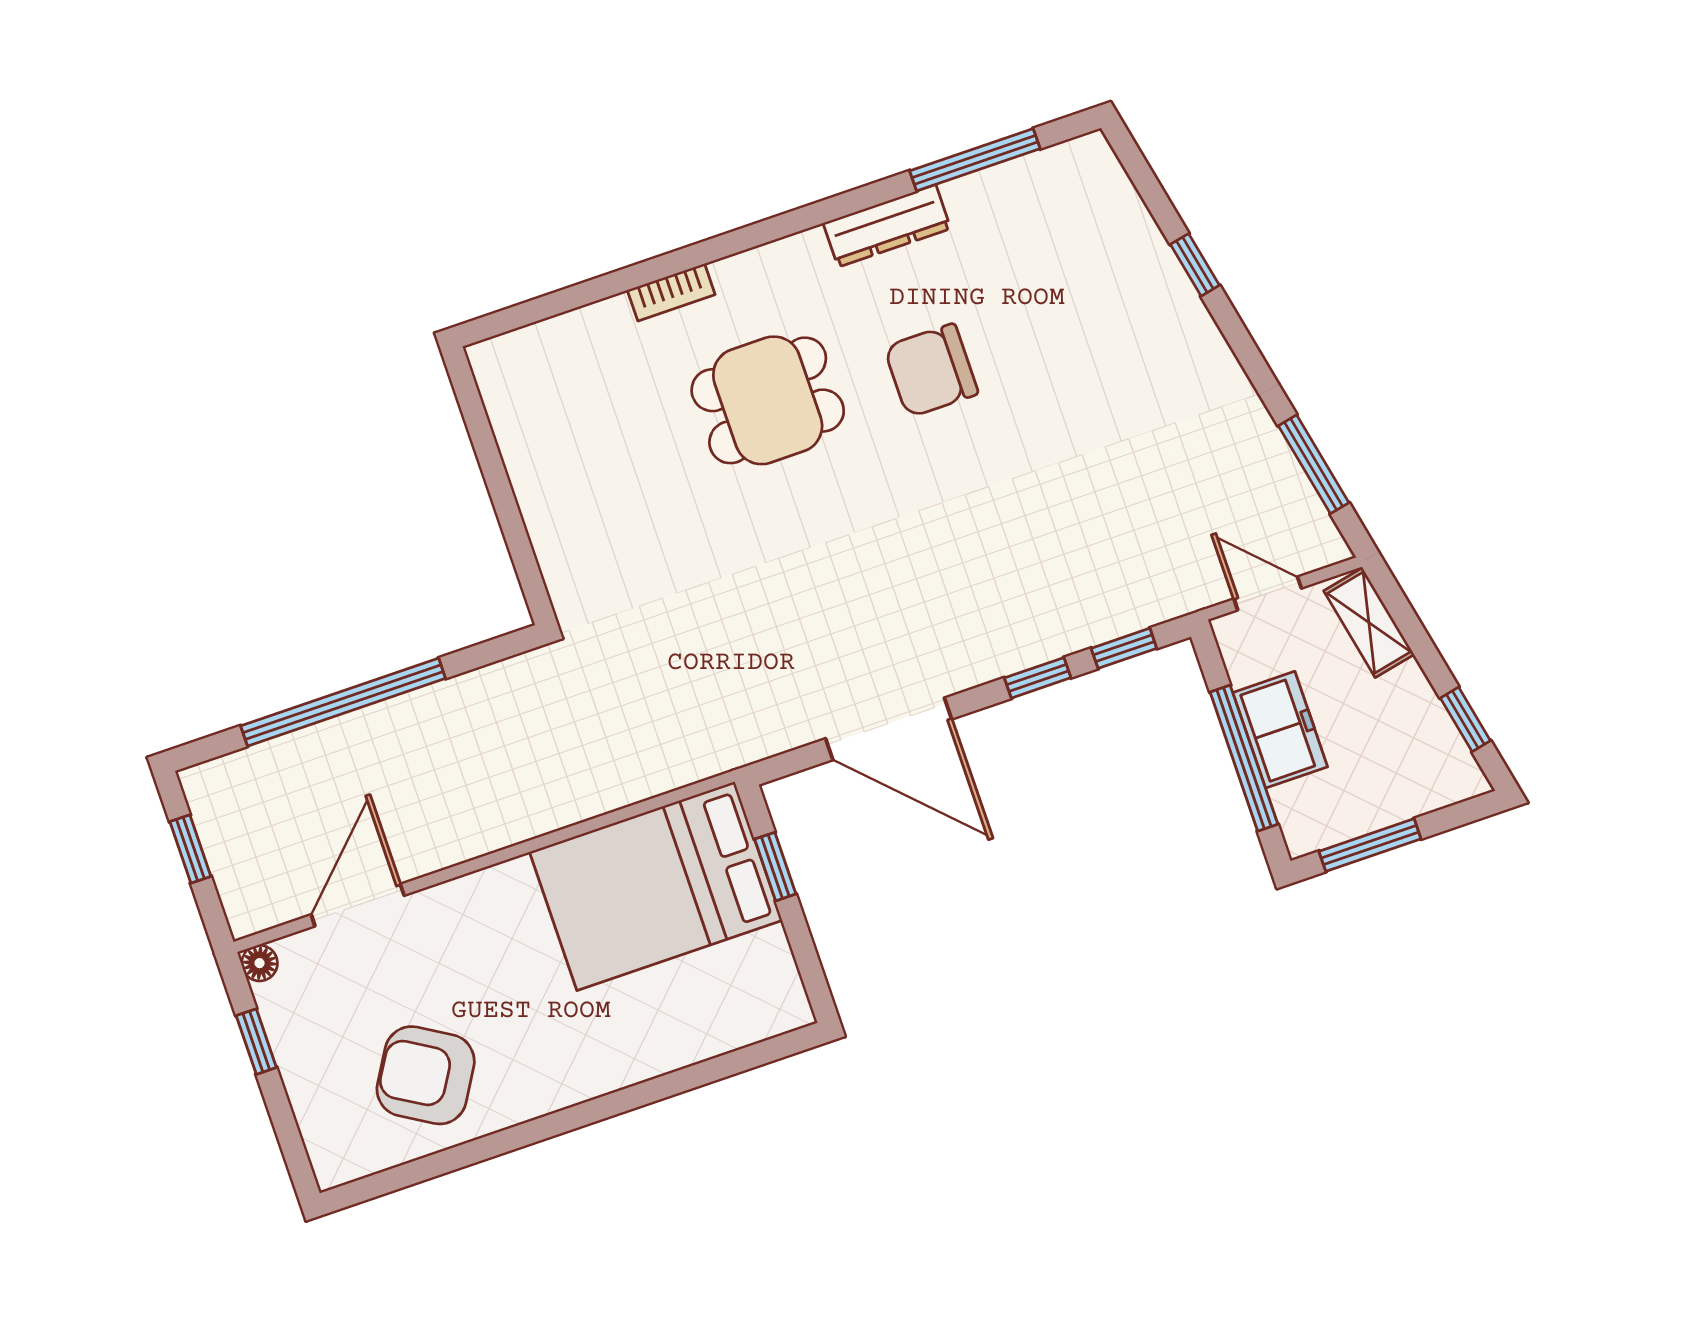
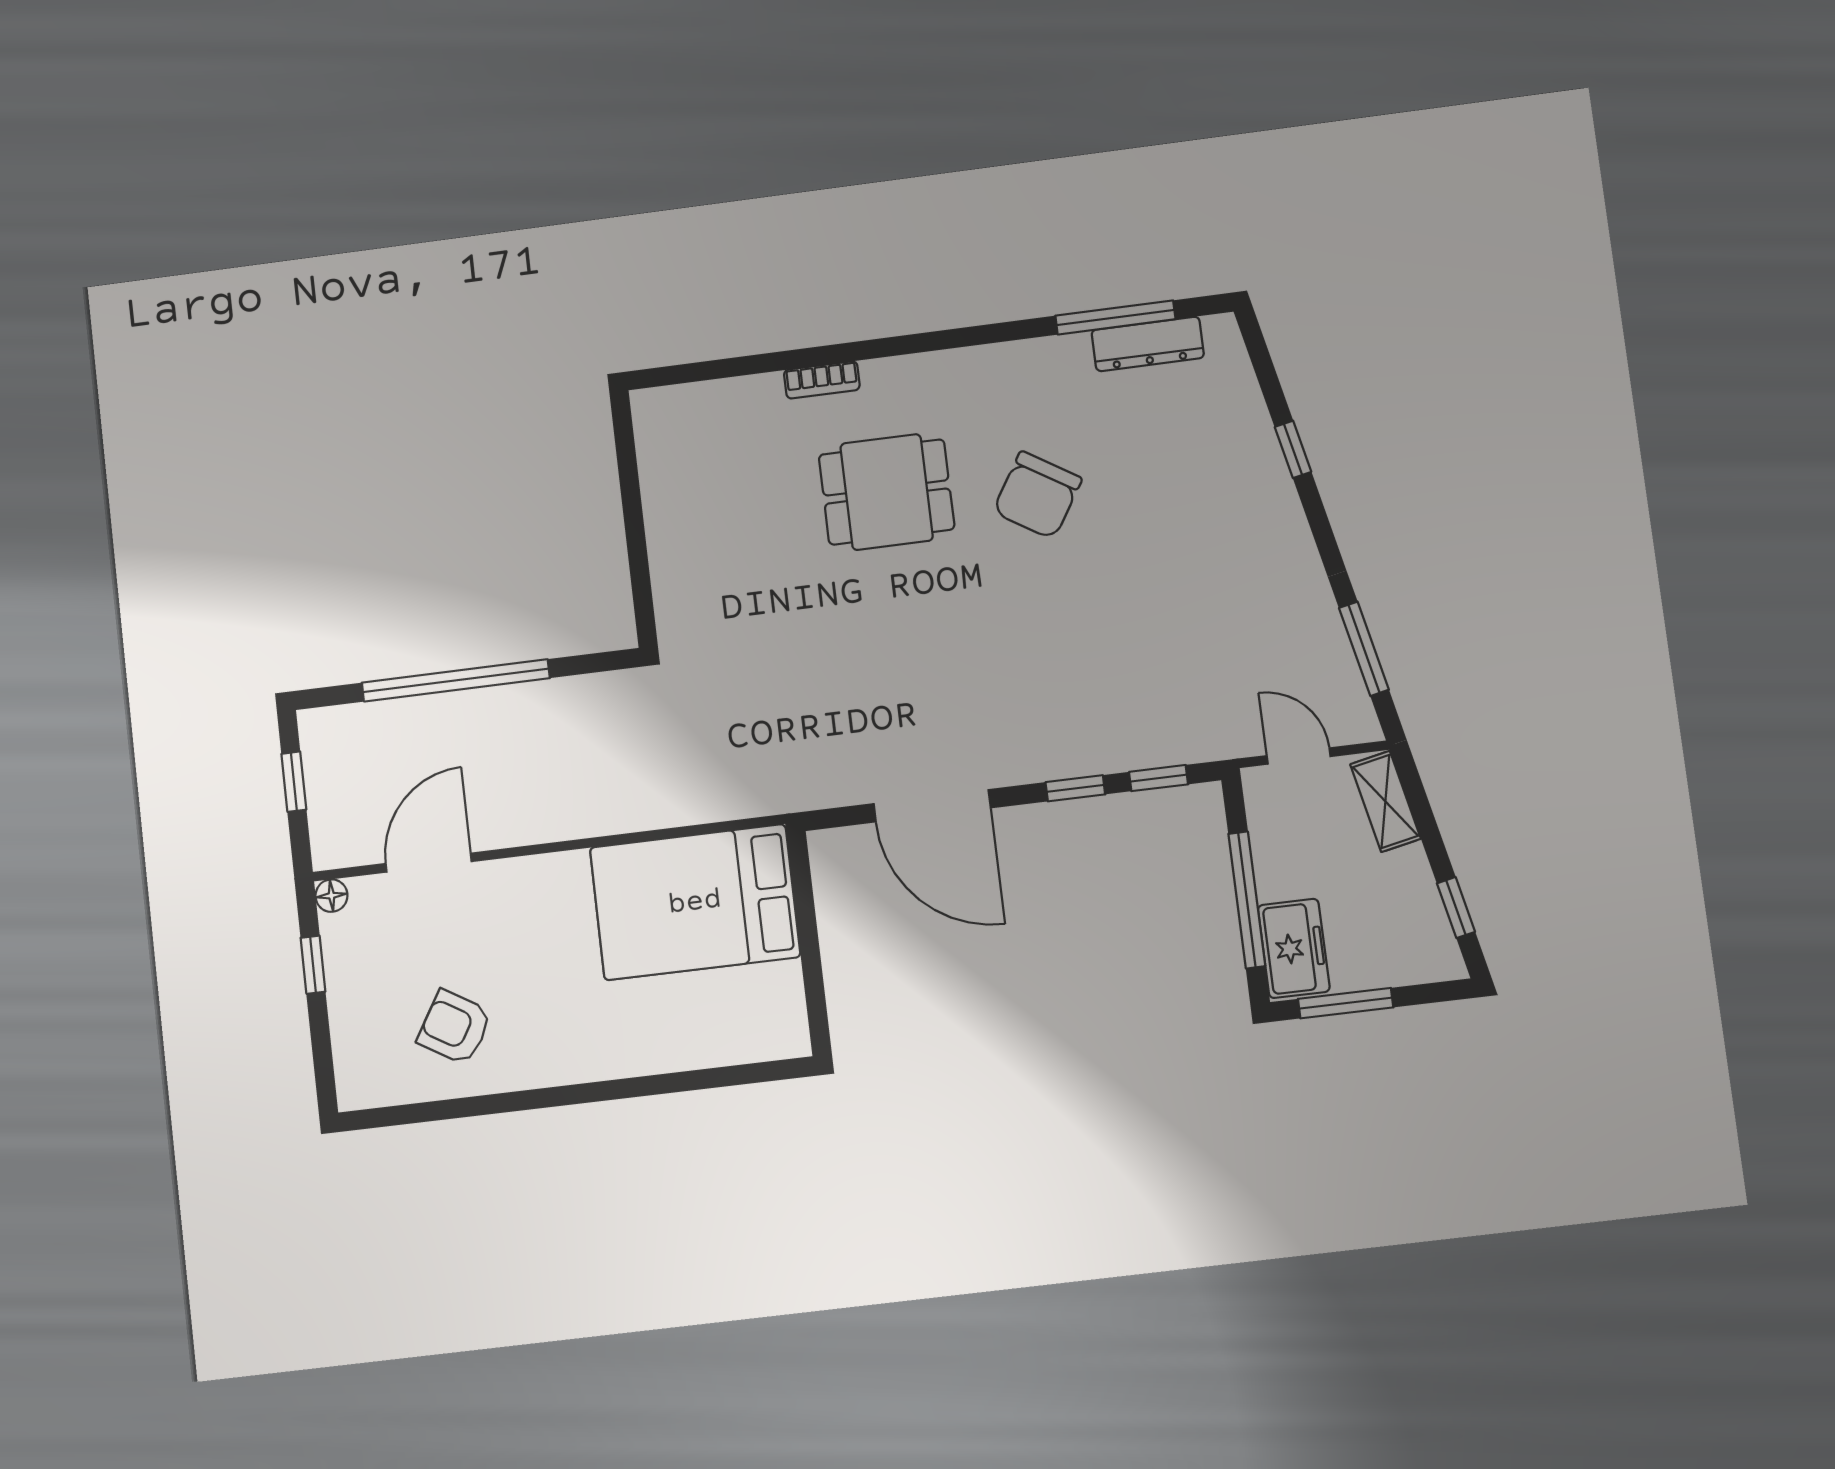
dresser: (887, 226) -> (1148, 344), moved
chair: (931, 370) -> (1037, 495), turned -58
freezer: (1280, 730) -> (1294, 948), moved
window: (775, 867) -> (805, 907), removed
armchair: (426, 1075) -> (455, 1027), width x0.72, depth x0.72

